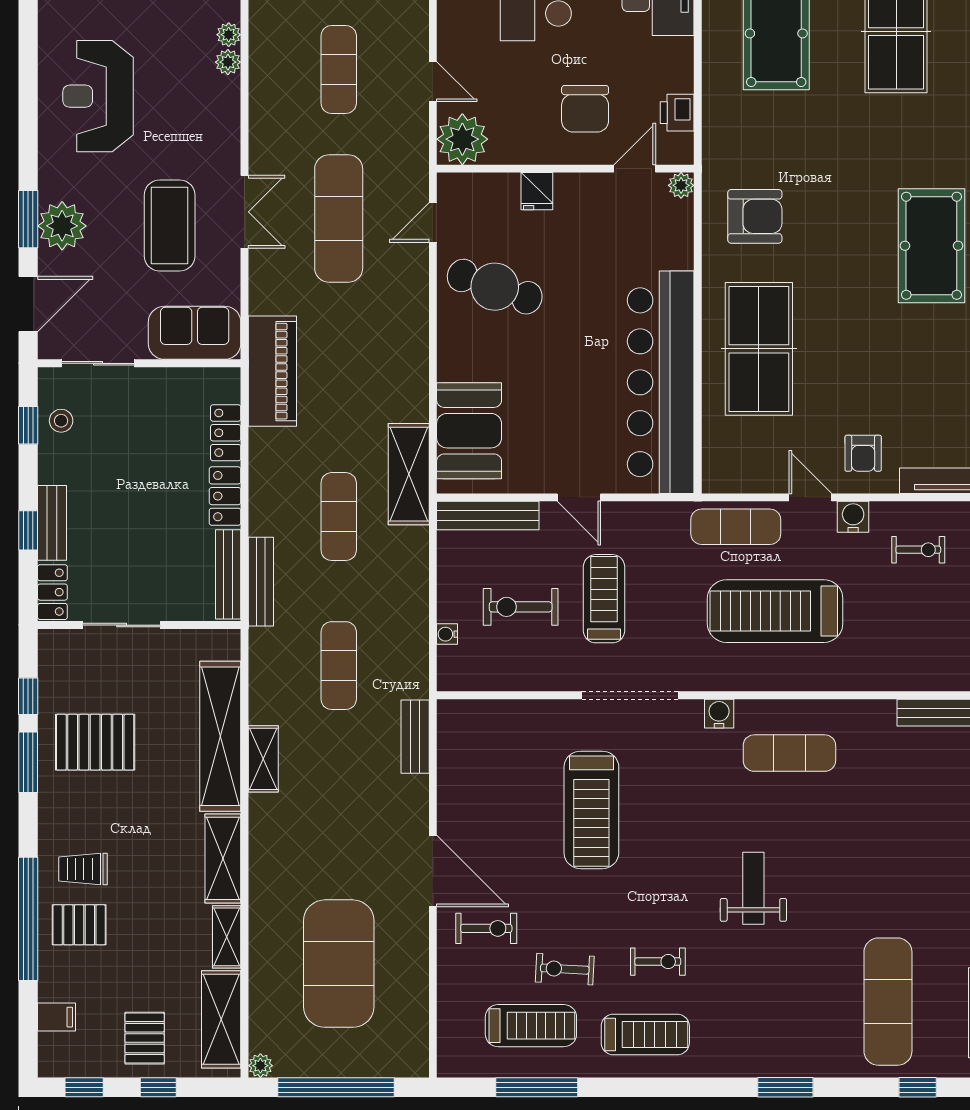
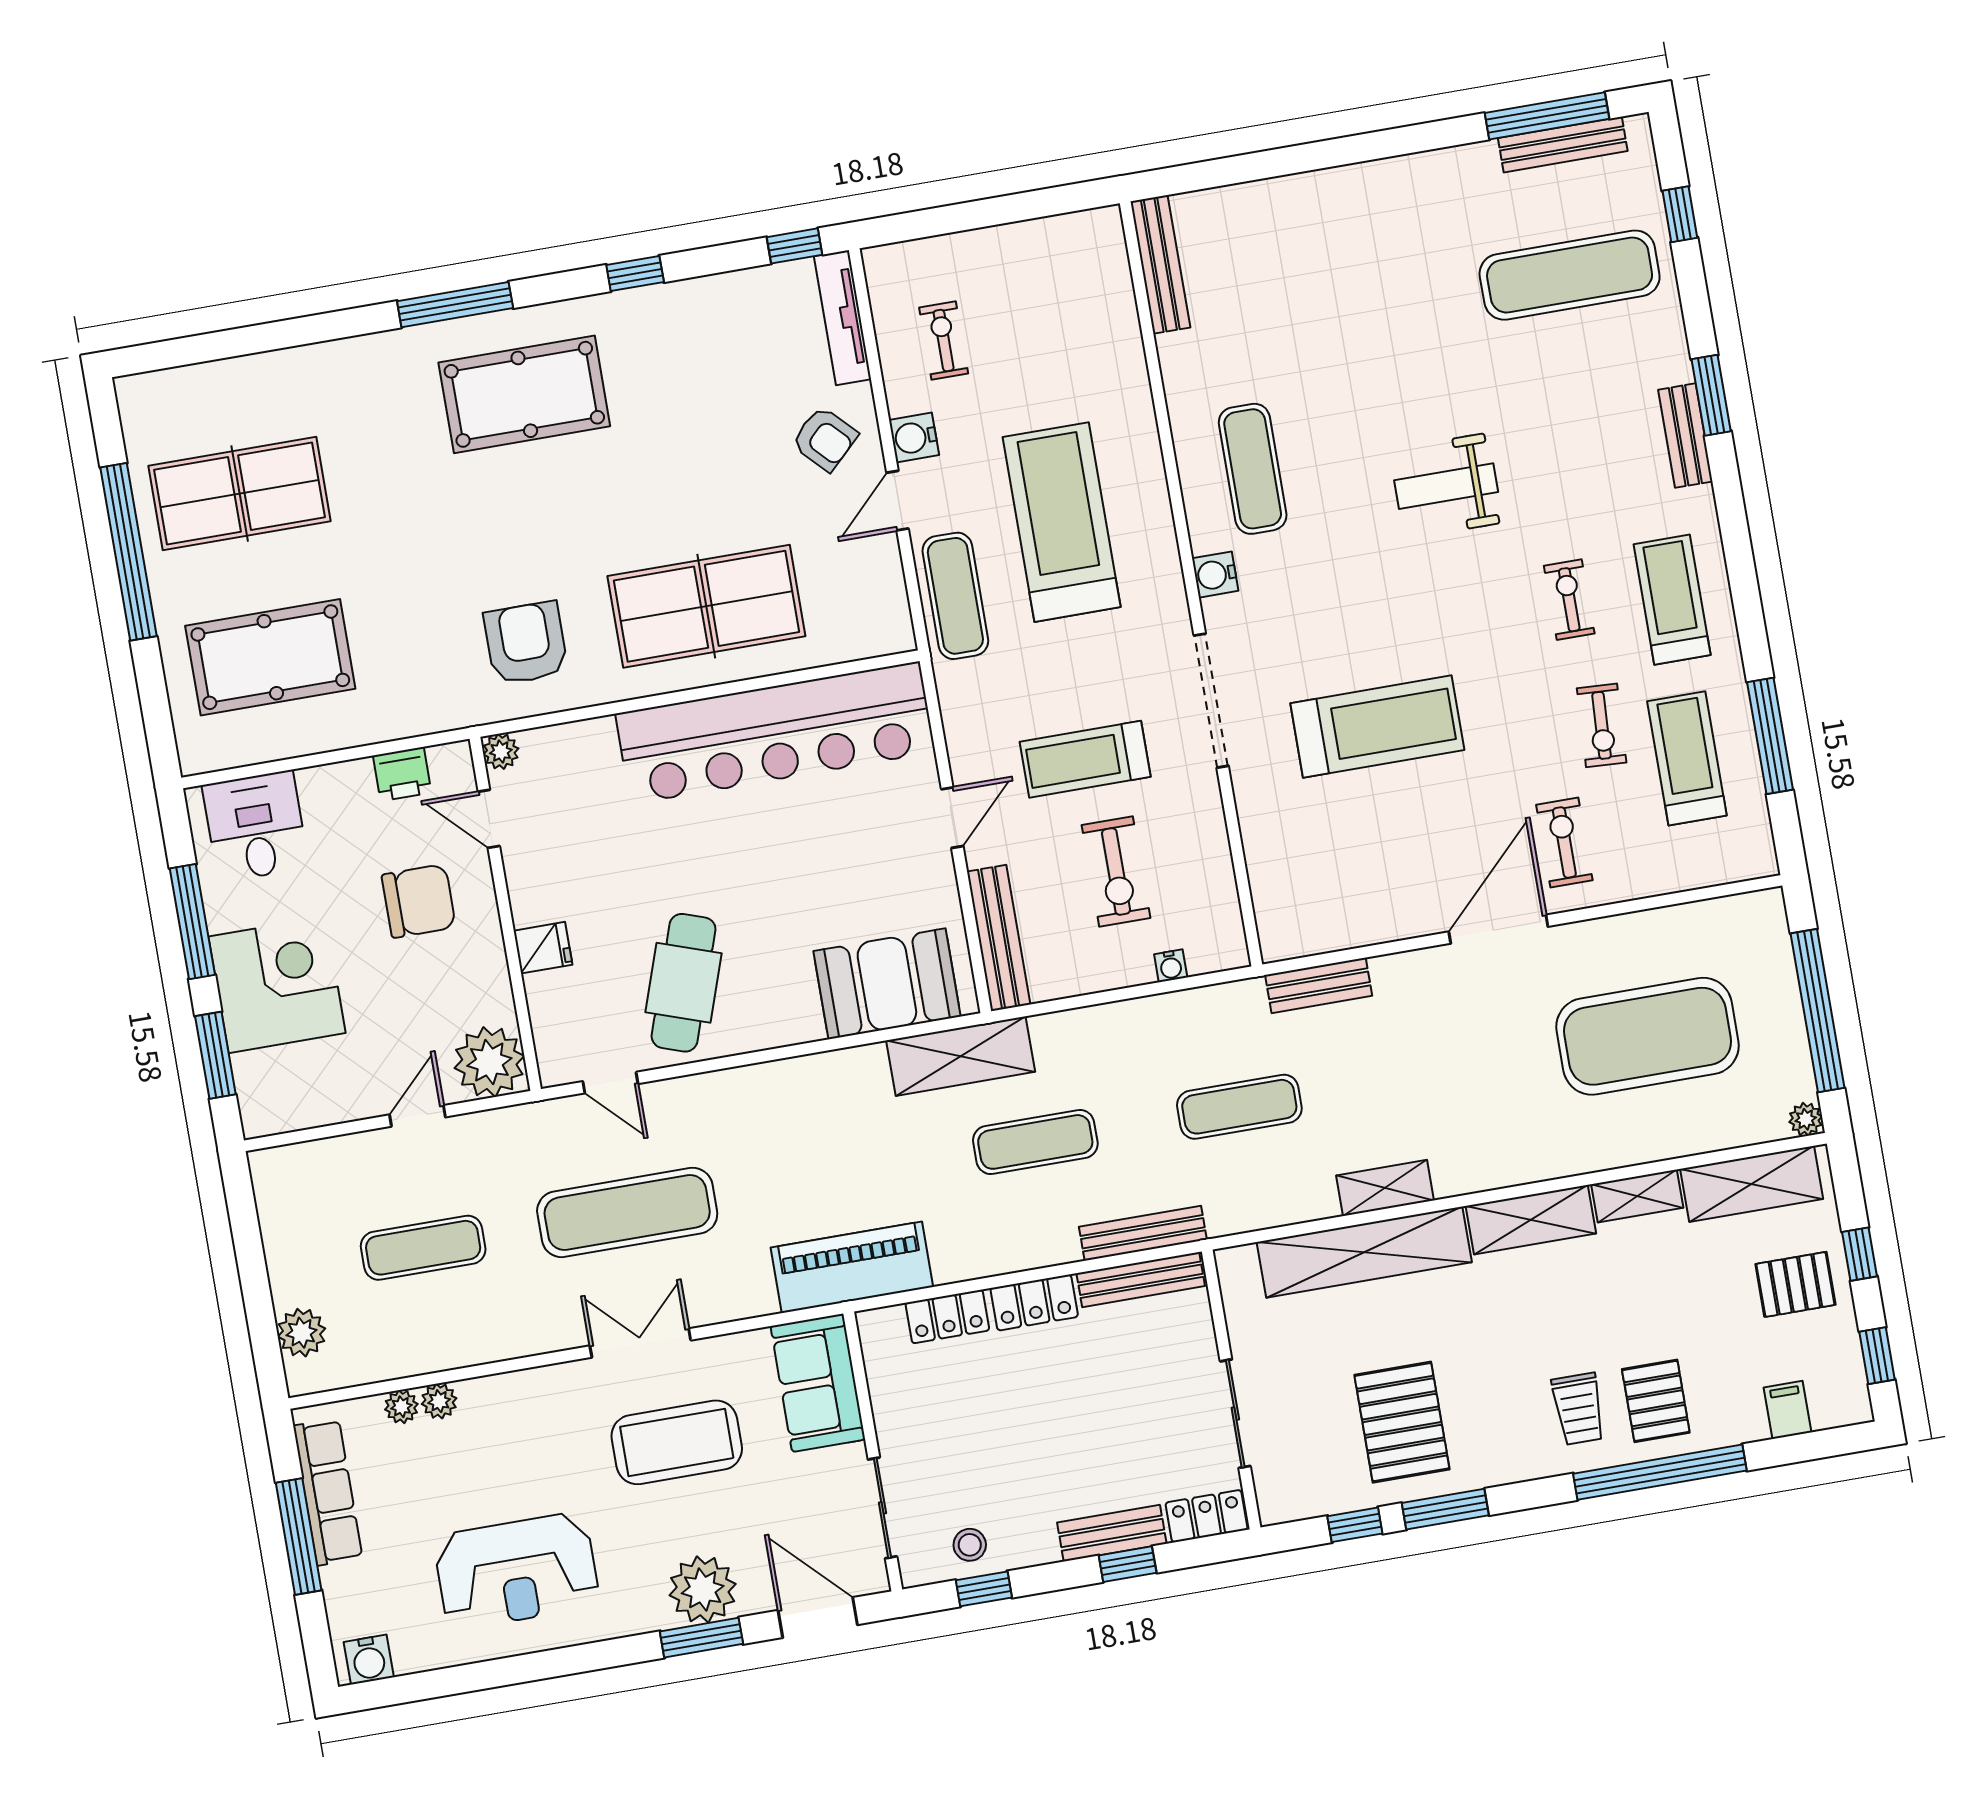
armchair: (863, 453) -> (825, 439), turned 46
treadmill: (775, 611) -> (1062, 522), turned 180
bench: (760, 1064) -> (1685, 436), added

